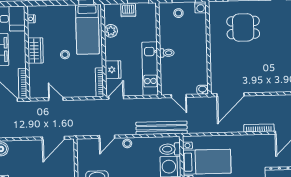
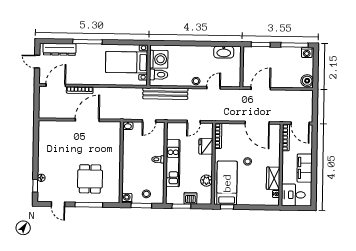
dining table: (243, 27) -> (90, 179), turned 90
wardrobe: (35, 50) -> (273, 178), moved
kitchen unit: (150, 69) -> (173, 163), moved
door: (230, 95) -> (87, 120), moved
door: (179, 96) -> (149, 121), swing flipped
door: (116, 98) -> (194, 122), moved
door: (56, 99) -> (257, 123), width x1.88

